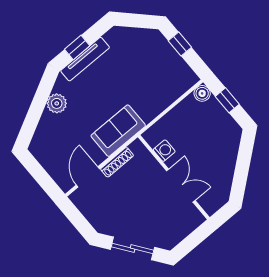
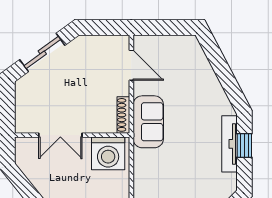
plant: (57, 103) -> (213, 90), removed
washing machine: (164, 151) -> (108, 153), width x1.89, depth x1.89
shoe rack: (117, 162) -> (123, 115), moved

